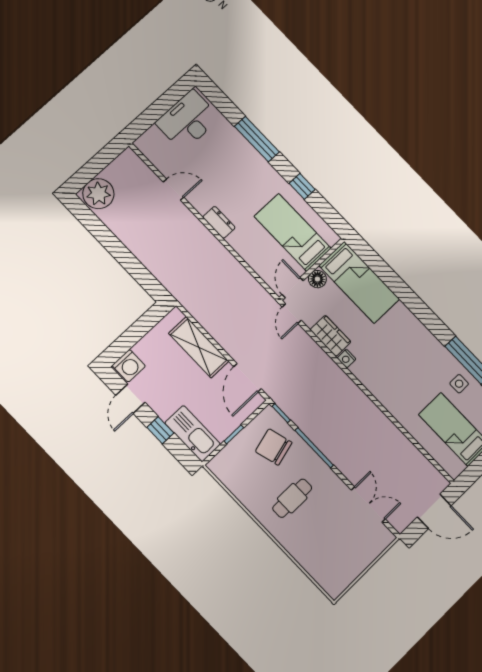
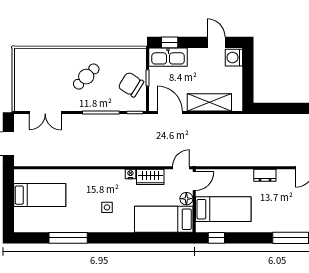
window: (302, 186) -> (216, 238), moved
door: (293, 288) -> (194, 181), hinge flipped
door: (292, 314) -> (181, 168), hinge flipped
side table: (459, 384) -> (107, 207), moved
window: (160, 430) -> (170, 42), moved
chair: (274, 447) -> (131, 85), moved, turned -133
cafe table: (292, 498) -> (86, 77), turned 45

